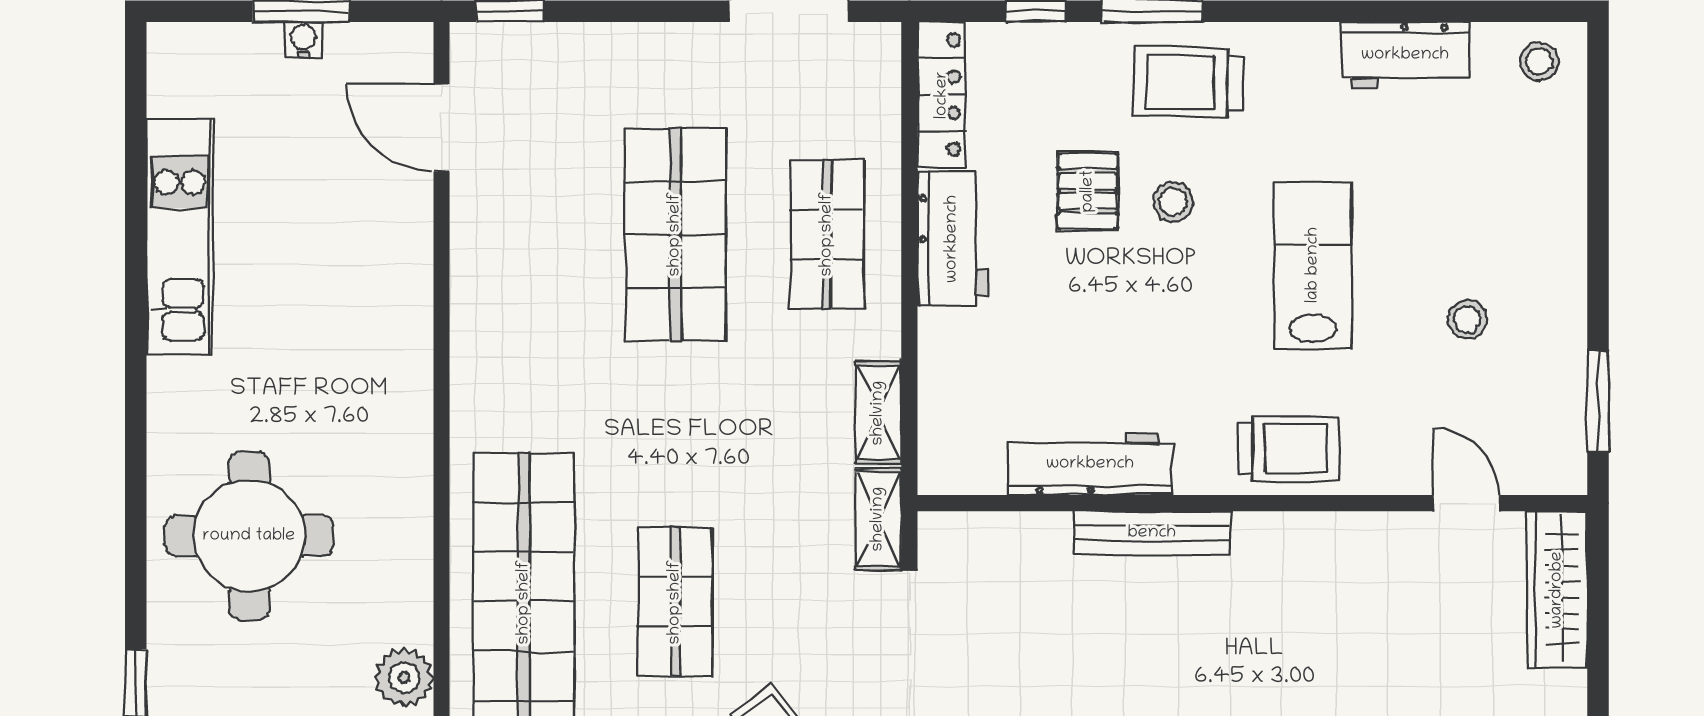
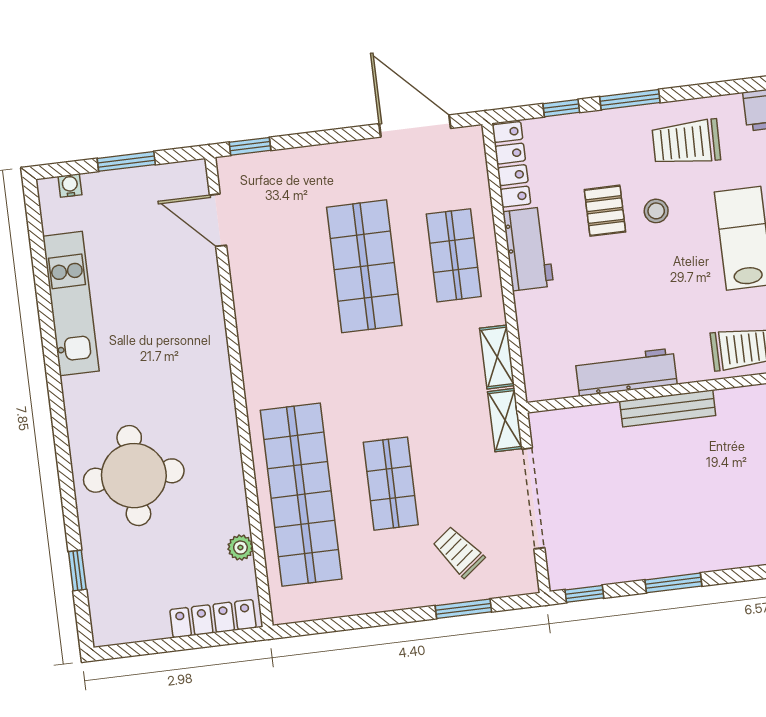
water cooler: (304, 40) -> (70, 186), moved
trolley: (1188, 82) -> (686, 142), moved
plant: (404, 677) -> (240, 548), width x0.73, depth x0.73

